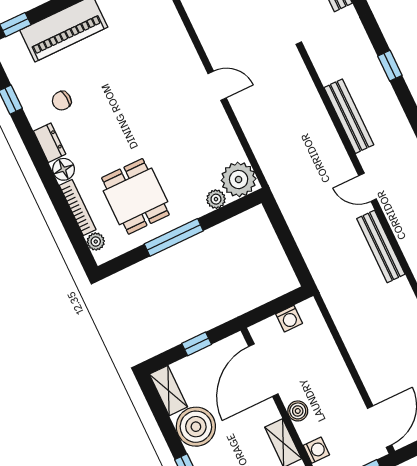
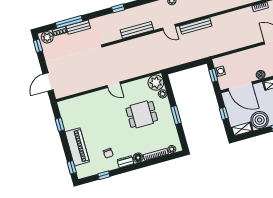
door: (217, 86) -> (114, 85), swing flipped
door: (368, 187) -> (169, 27), hinge flipped
dining table: (135, 196) -> (142, 114), moved
window: (174, 237) -> (176, 115), width x0.69
window: (277, 305) -> (213, 75), added

